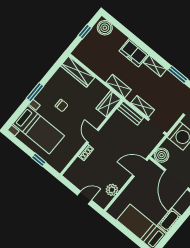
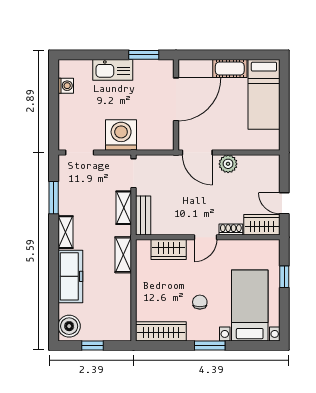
freezer: (134, 53) -> (70, 276), width x1.40
wardrobe: (78, 72) -> (161, 331), moved, turned -90
wardrobe: (109, 104) -> (169, 250), moved
boiler: (162, 155) -> (162, 140), removed
wardrobe: (75, 170) -> (262, 225), added
plant: (112, 190) -> (228, 164), moved
door: (85, 198) -> (284, 203), moved

